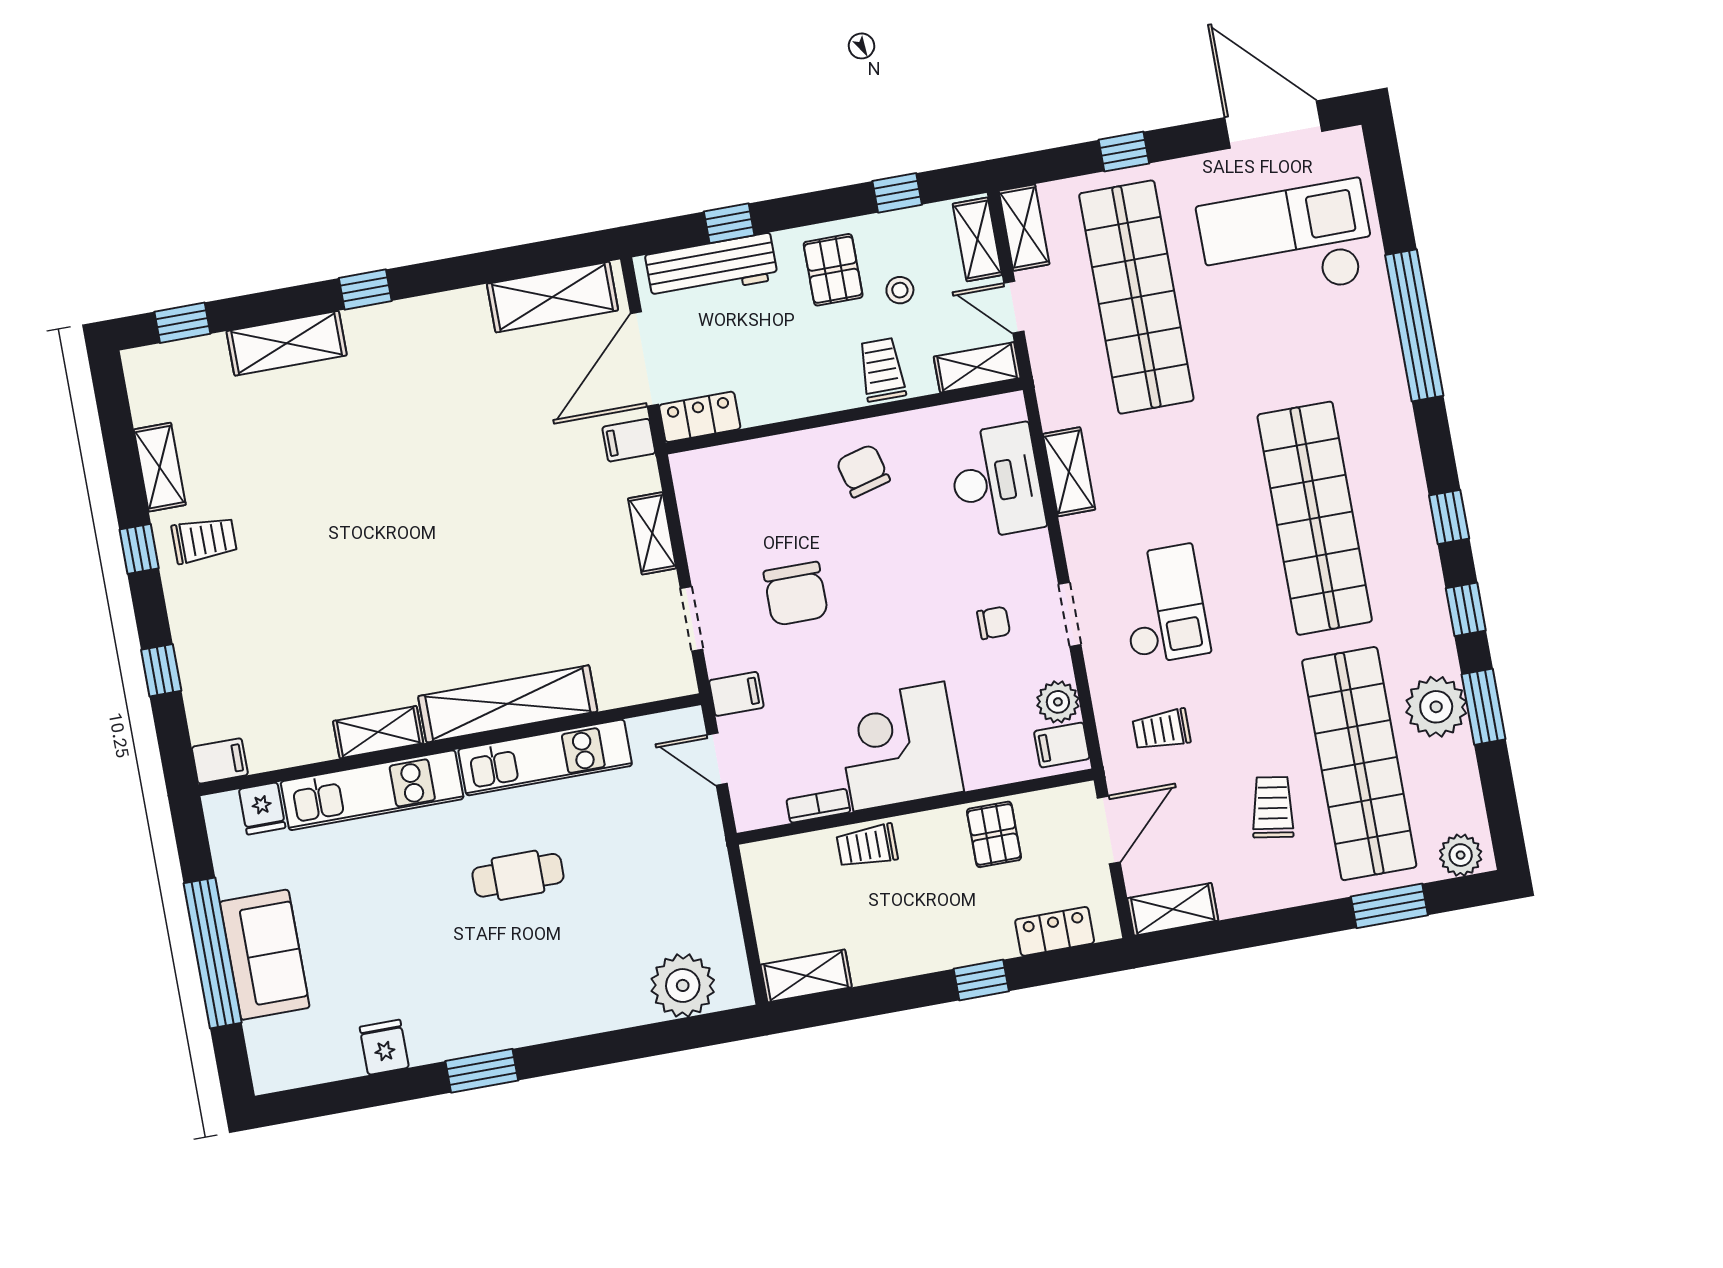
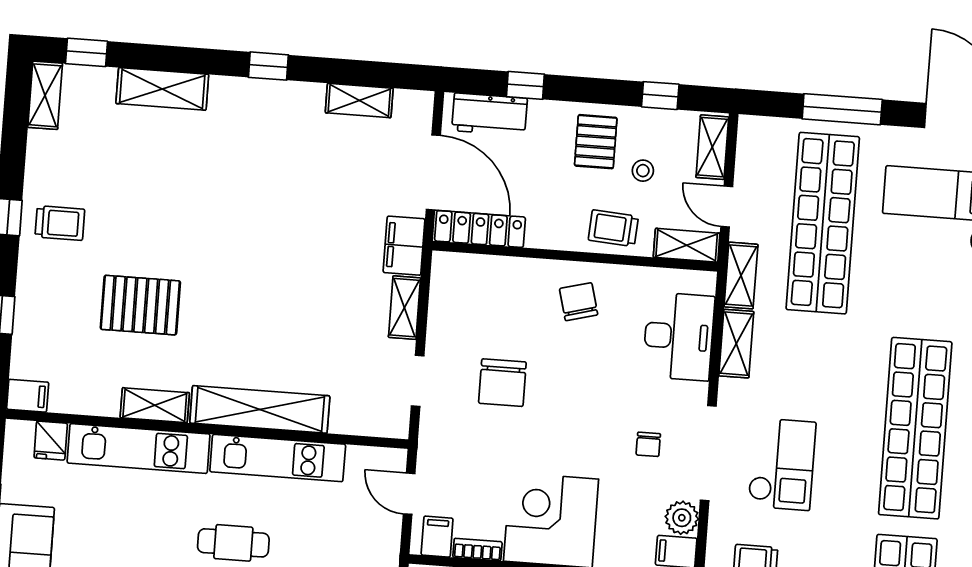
window: (1124, 152) -> (842, 109), width x2.17
shelving: (1024, 228) -> (741, 276), moved
workbench: (712, 267) -> (490, 114), width x0.73
window: (365, 289) -> (268, 66), moved
shelving: (552, 297) -> (359, 100), width x0.67, depth x0.75
door: (644, 359) -> (433, 172), swing flipped
trolley: (882, 370) -> (613, 228), turned -86
locker: (700, 417) -> (480, 229), width x1.53
filing cabinet: (629, 440) -> (404, 246), width x2.00
shelving: (160, 467) -> (45, 95), moved
pallet: (329, 614) -> (140, 305), added
doorway: (1070, 615) -> (708, 453), width x1.88
chair: (994, 623) -> (648, 444), turned 90
filing cabinet: (736, 694) -> (437, 537), moved, turned -90

